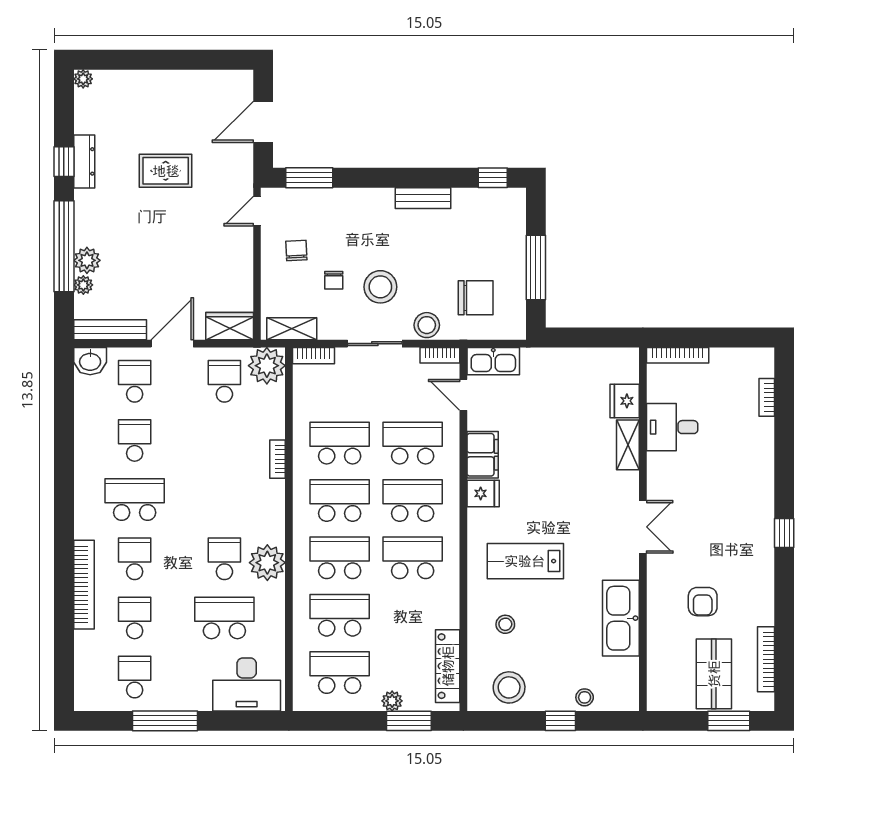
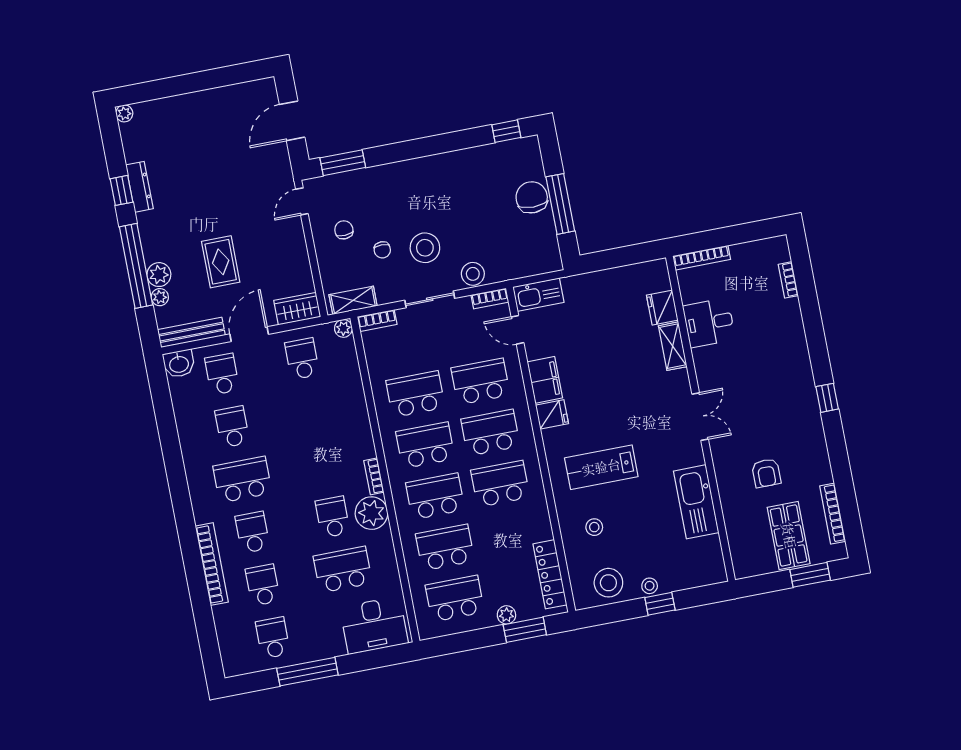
rug: (166, 171) -> (221, 262), moved, turned 90
bench: (423, 198) -> (448, 161), removed
chair: (476, 298) -> (532, 197), moved, turned -90
plant: (267, 366) -> (343, 328), width x0.53, depth x0.53
bookcase: (278, 459) -> (374, 476), moved
stool: (585, 697) -> (650, 586), moved

